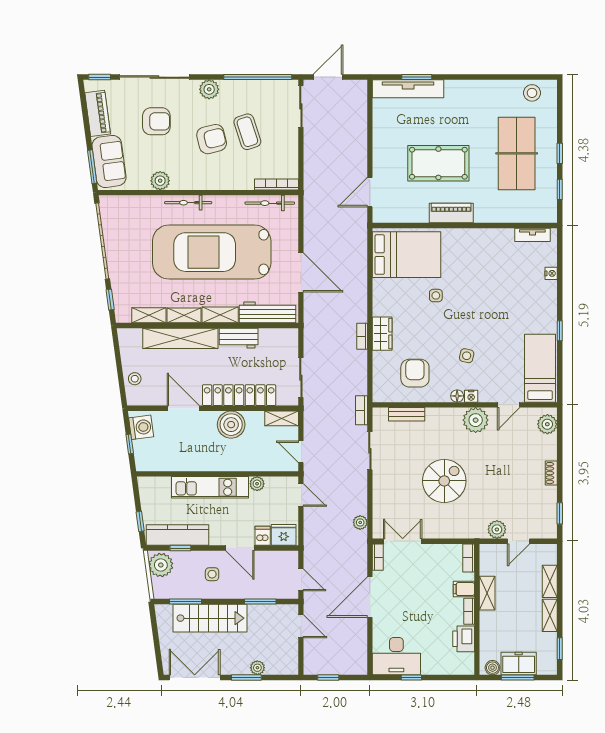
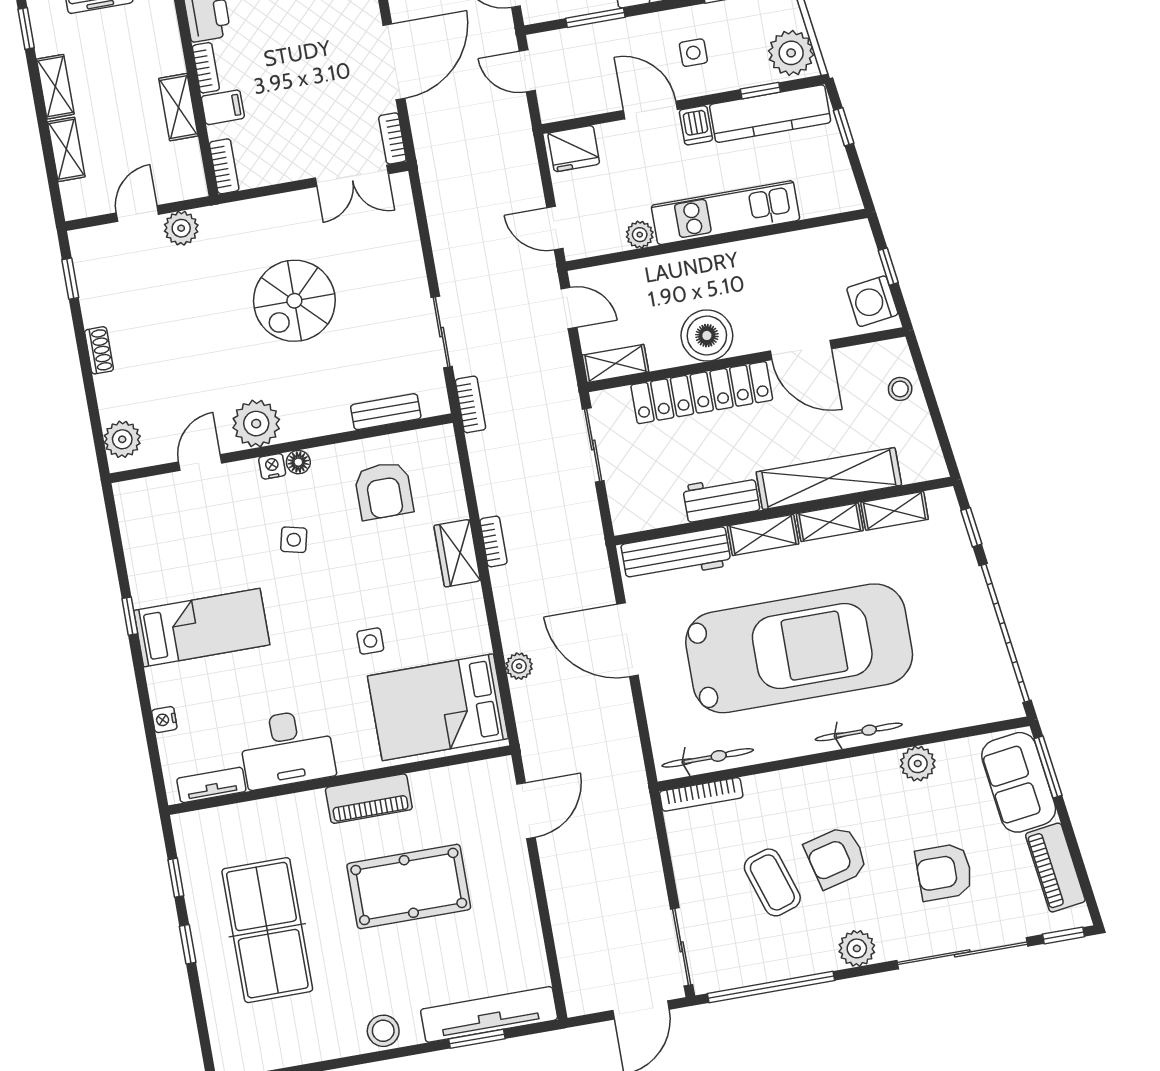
stool: (532, 93) -> (383, 1031), moved
desk: (490, 247) -> (287, 749), added
bed: (540, 368) -> (202, 628), moved, turned -90
plant: (360, 522) -> (519, 666), moved
dishwasher: (263, 536) -> (696, 125), moved

